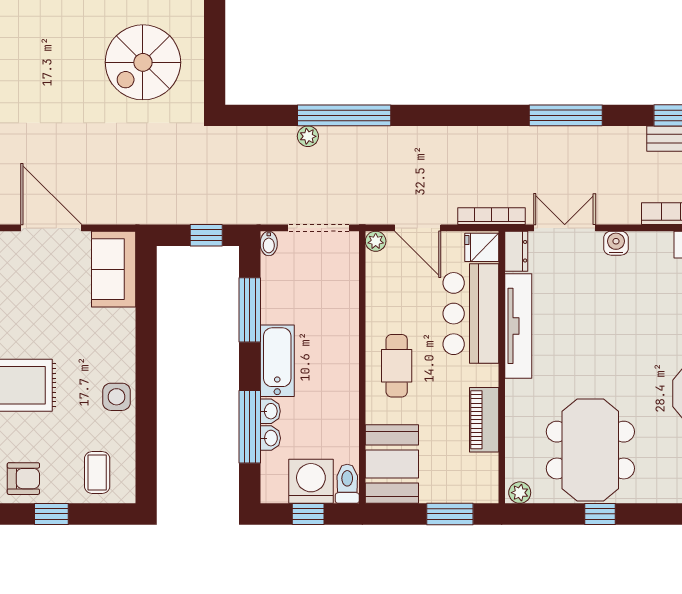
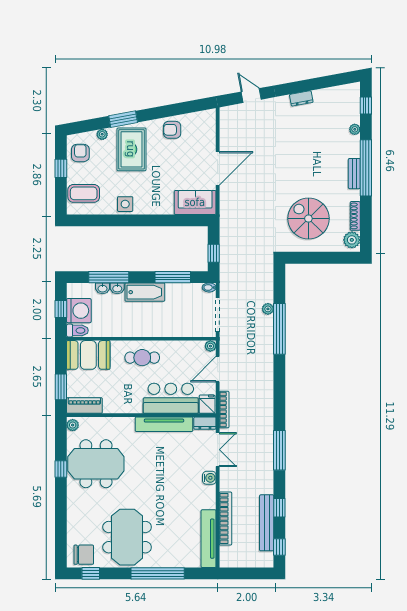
piano: (484, 420) -> (84, 405), moved
coffee table: (97, 472) -> (84, 193), width x1.36, depth x1.30
armchair: (23, 479) -> (80, 153), turned 180

